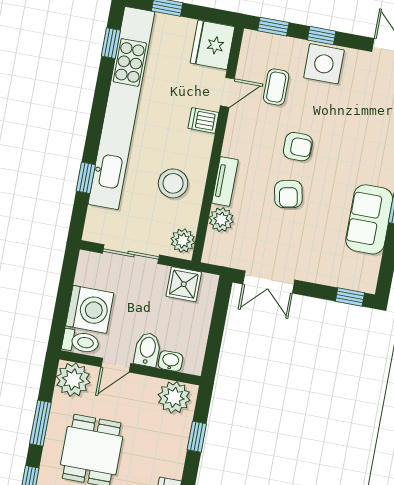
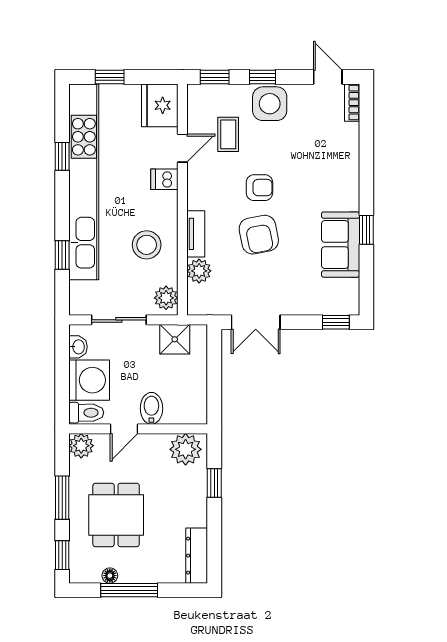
window: (111, 43) -> (62, 156), moved
armchair: (288, 194) -> (259, 235), width x1.38, depth x1.38
washbasin: (170, 361) -> (78, 347), moved, turned 90
plant: (73, 380) -> (81, 446), width x0.73, depth x0.73

